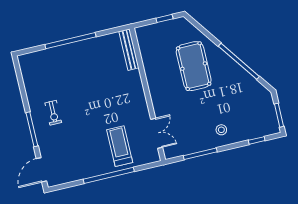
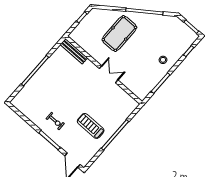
pool table: (194, 66) -> (119, 34), turned 90
double door: (157, 133) -> (109, 74), moved
treadmill: (120, 146) -> (91, 126), moved

